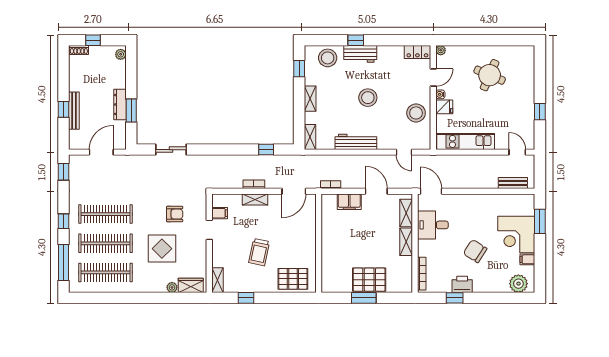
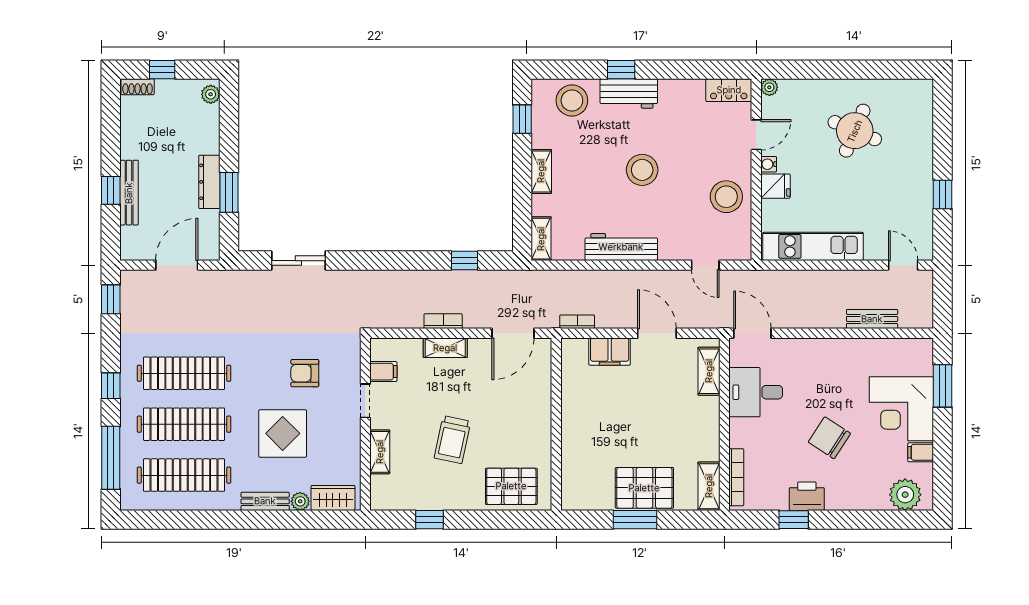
bench: (513, 183) -> (872, 319), moved
armchair: (175, 214) -> (305, 373), turned 180
shelving: (406, 242) -> (709, 486), moved
shelving: (218, 280) -> (380, 452), moved
bench: (152, 287) -> (265, 501), added

